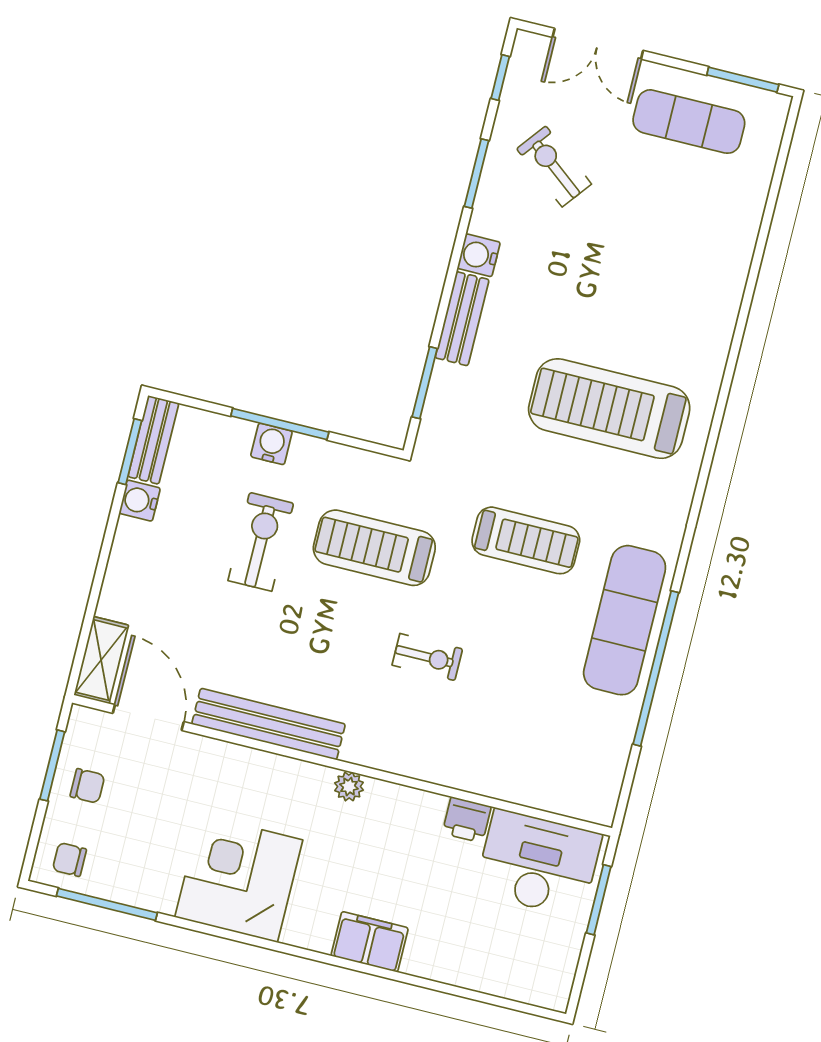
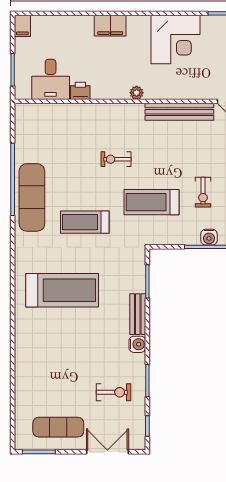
exercise bike: (554, 166) -> (114, 392), turned -38
exercise bike: (261, 542) -> (203, 192), width x0.73, depth x0.72
treadmill: (374, 548) -> (152, 202), turned 180
desk: (538, 863) -> (51, 79), width x0.73
filing cabinet: (555, 987) -> (22, 26), added

